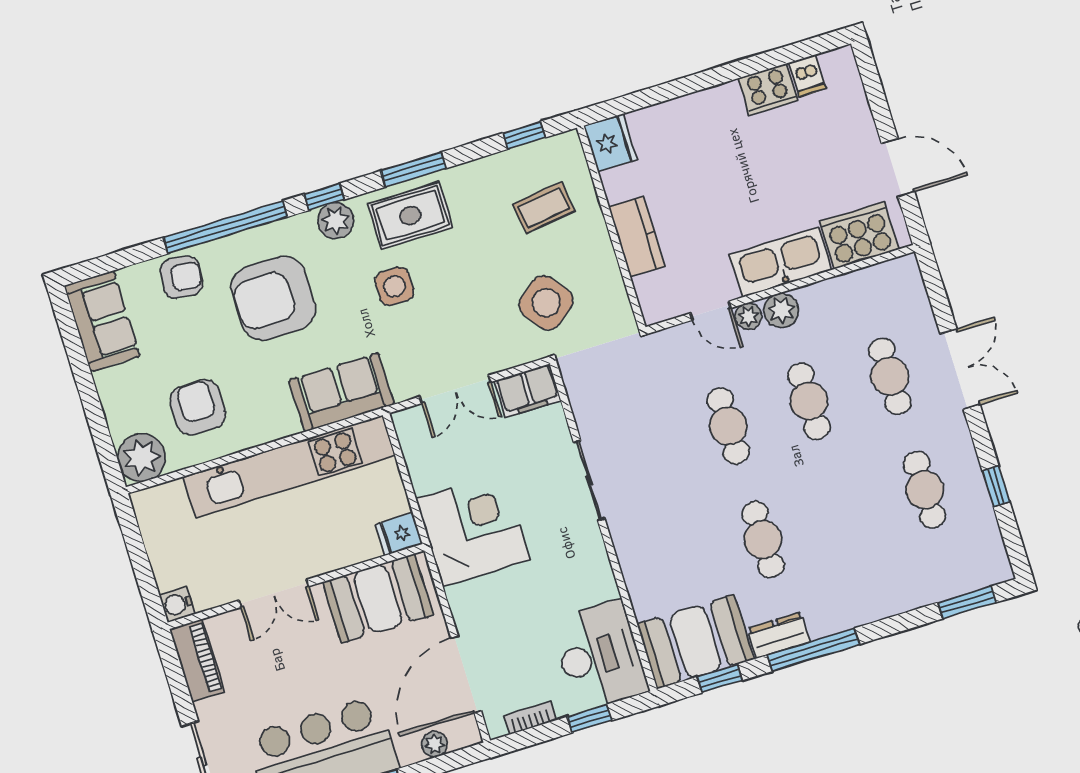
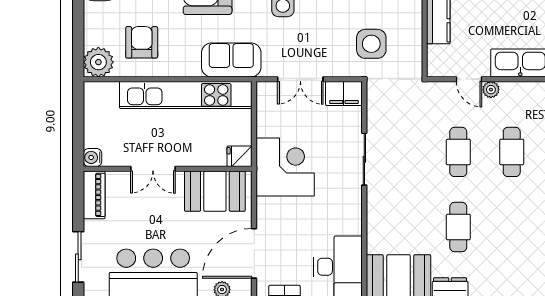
side table: (546, 303) -> (371, 44), turned 37
plant: (781, 310) -> (512, 92), removed

